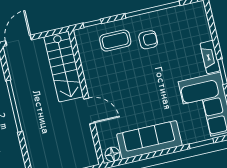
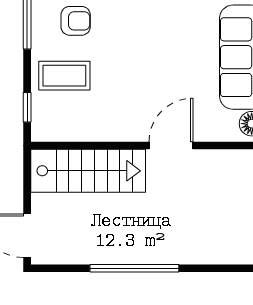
armchair: (148, 40) -> (76, 21), turned 90
coffee table: (115, 41) -> (64, 76), turned 90

